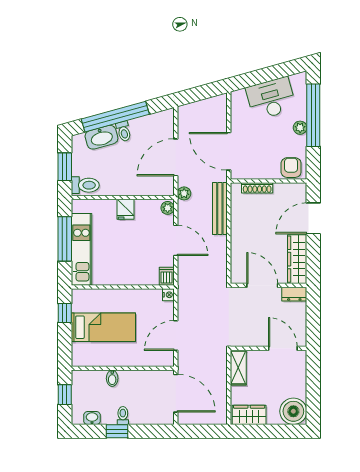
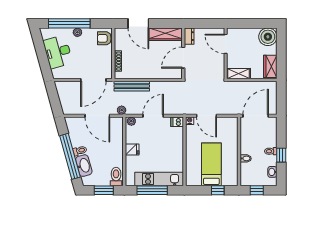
window: (65, 313) -> (218, 190), moved
door: (176, 336) -> (207, 116), moved
door: (283, 348) -> (226, 44), hinge flipped

